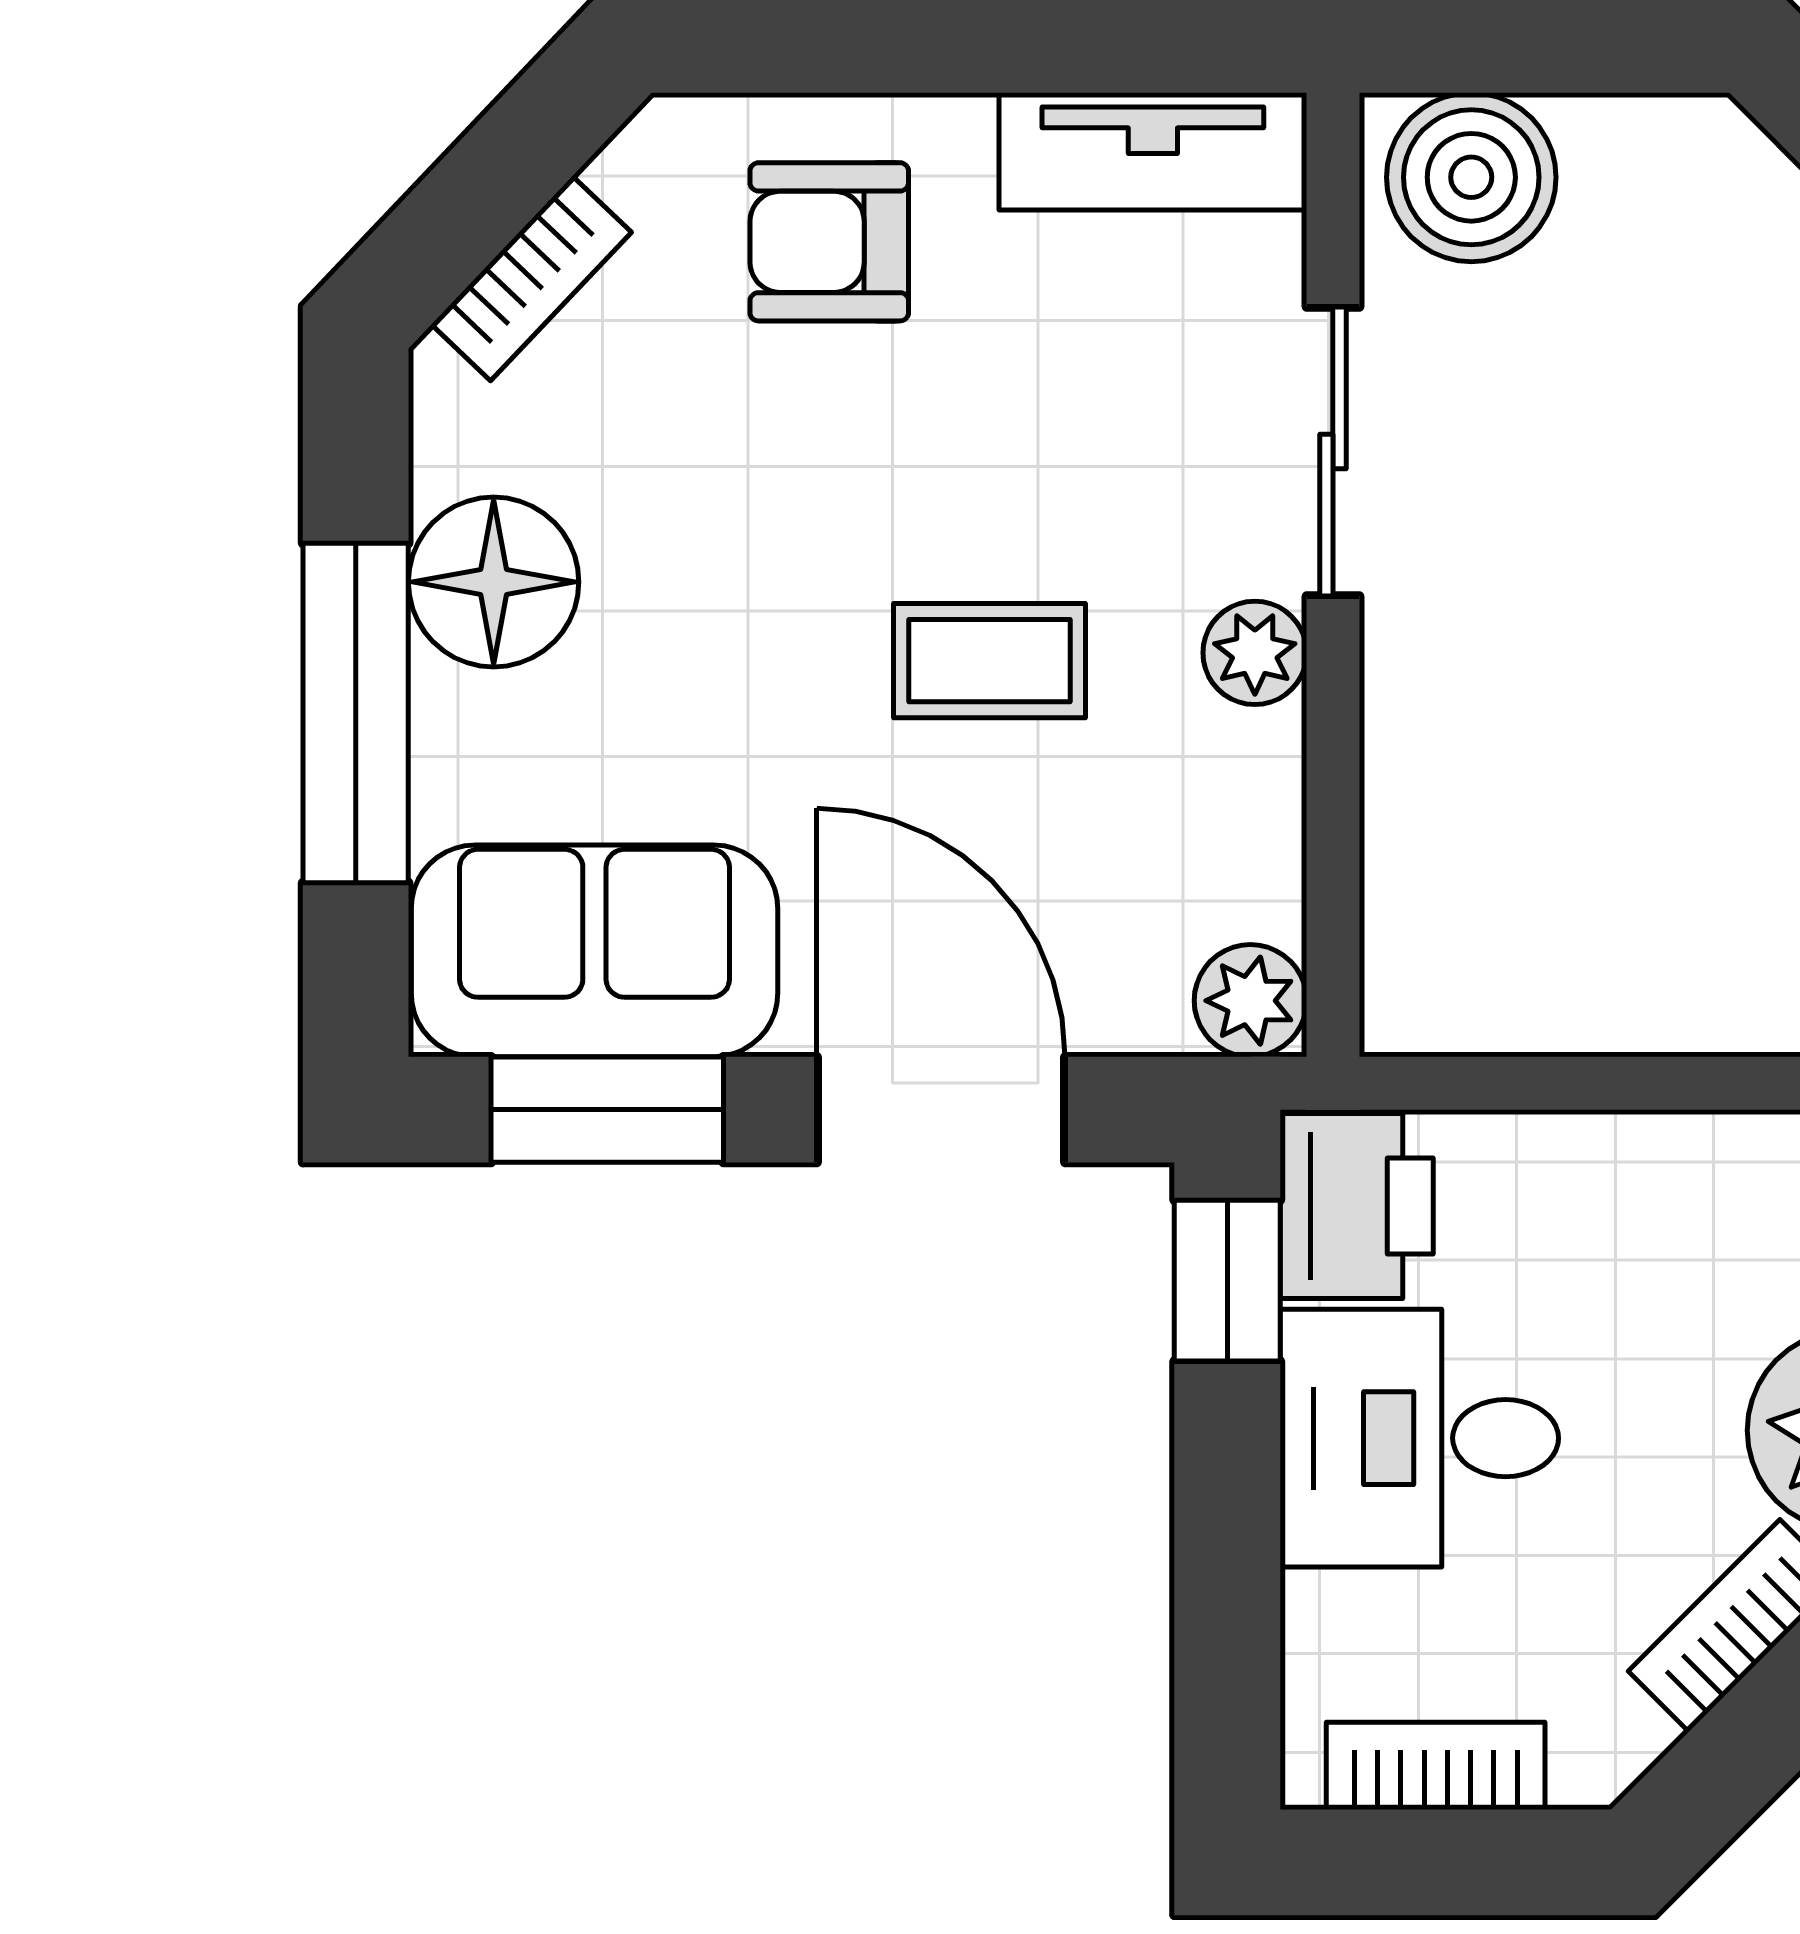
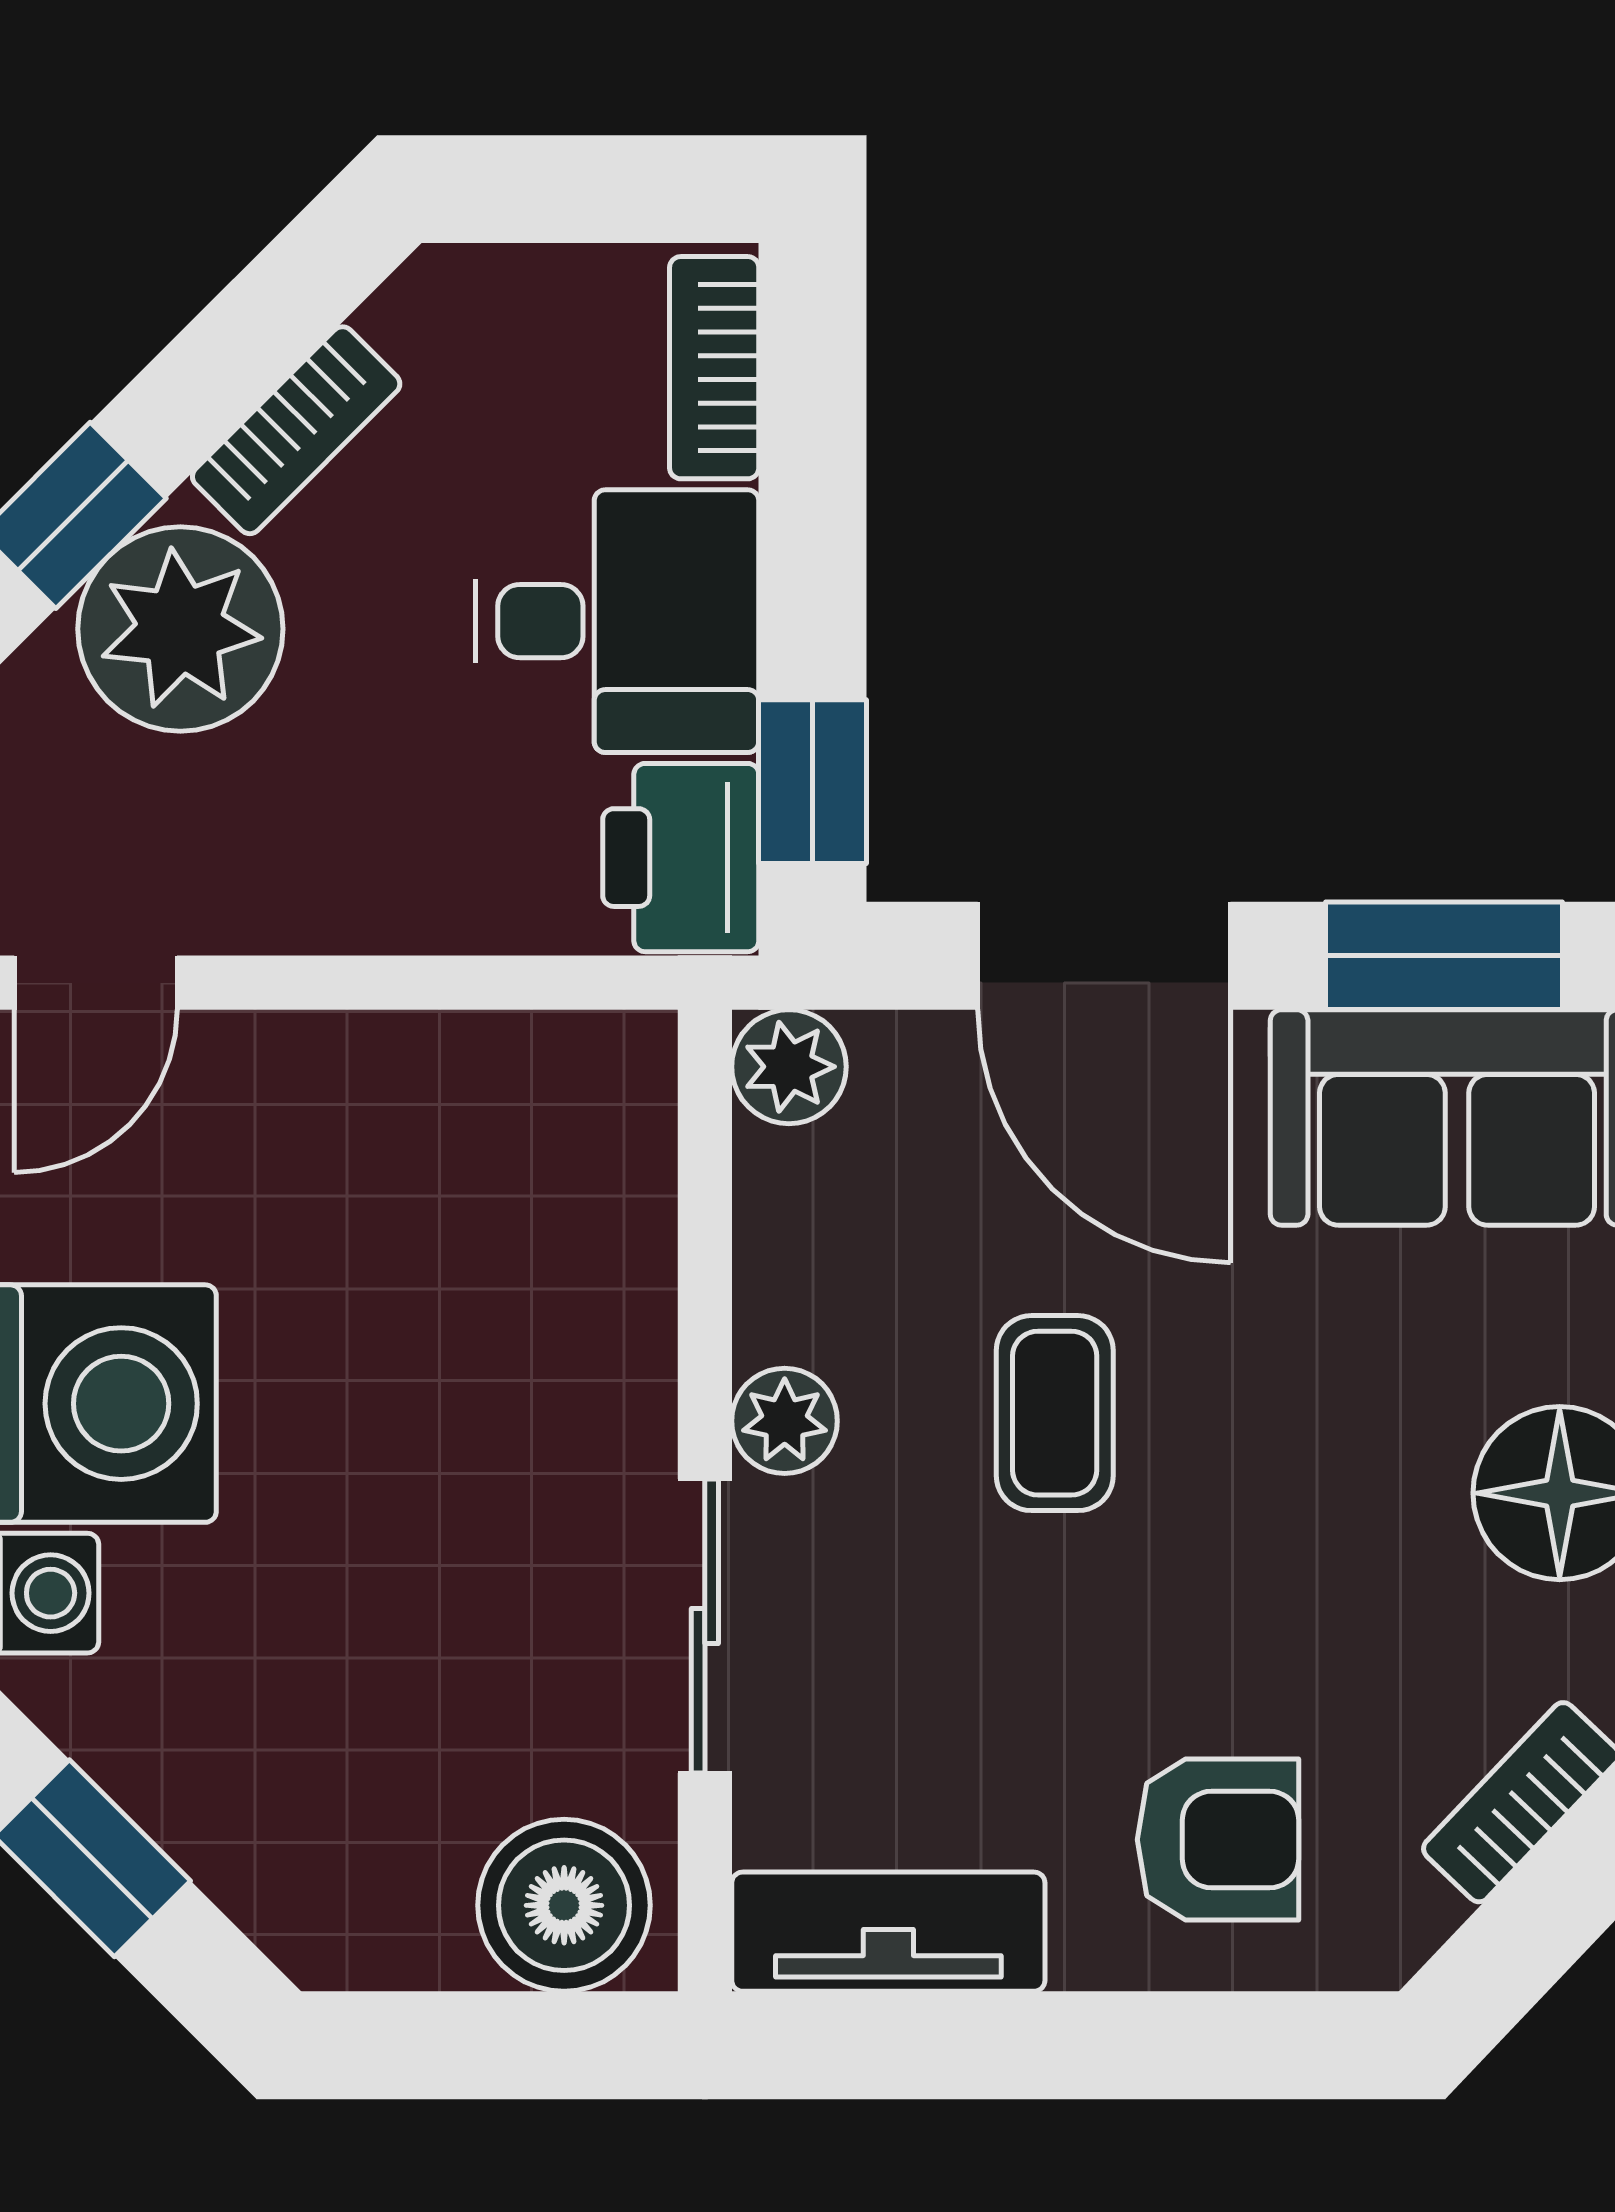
coffee table: (990, 661) -> (1055, 1413), turned 90
bookcase: (1436, 1766) -> (714, 368), moved, turned 90

